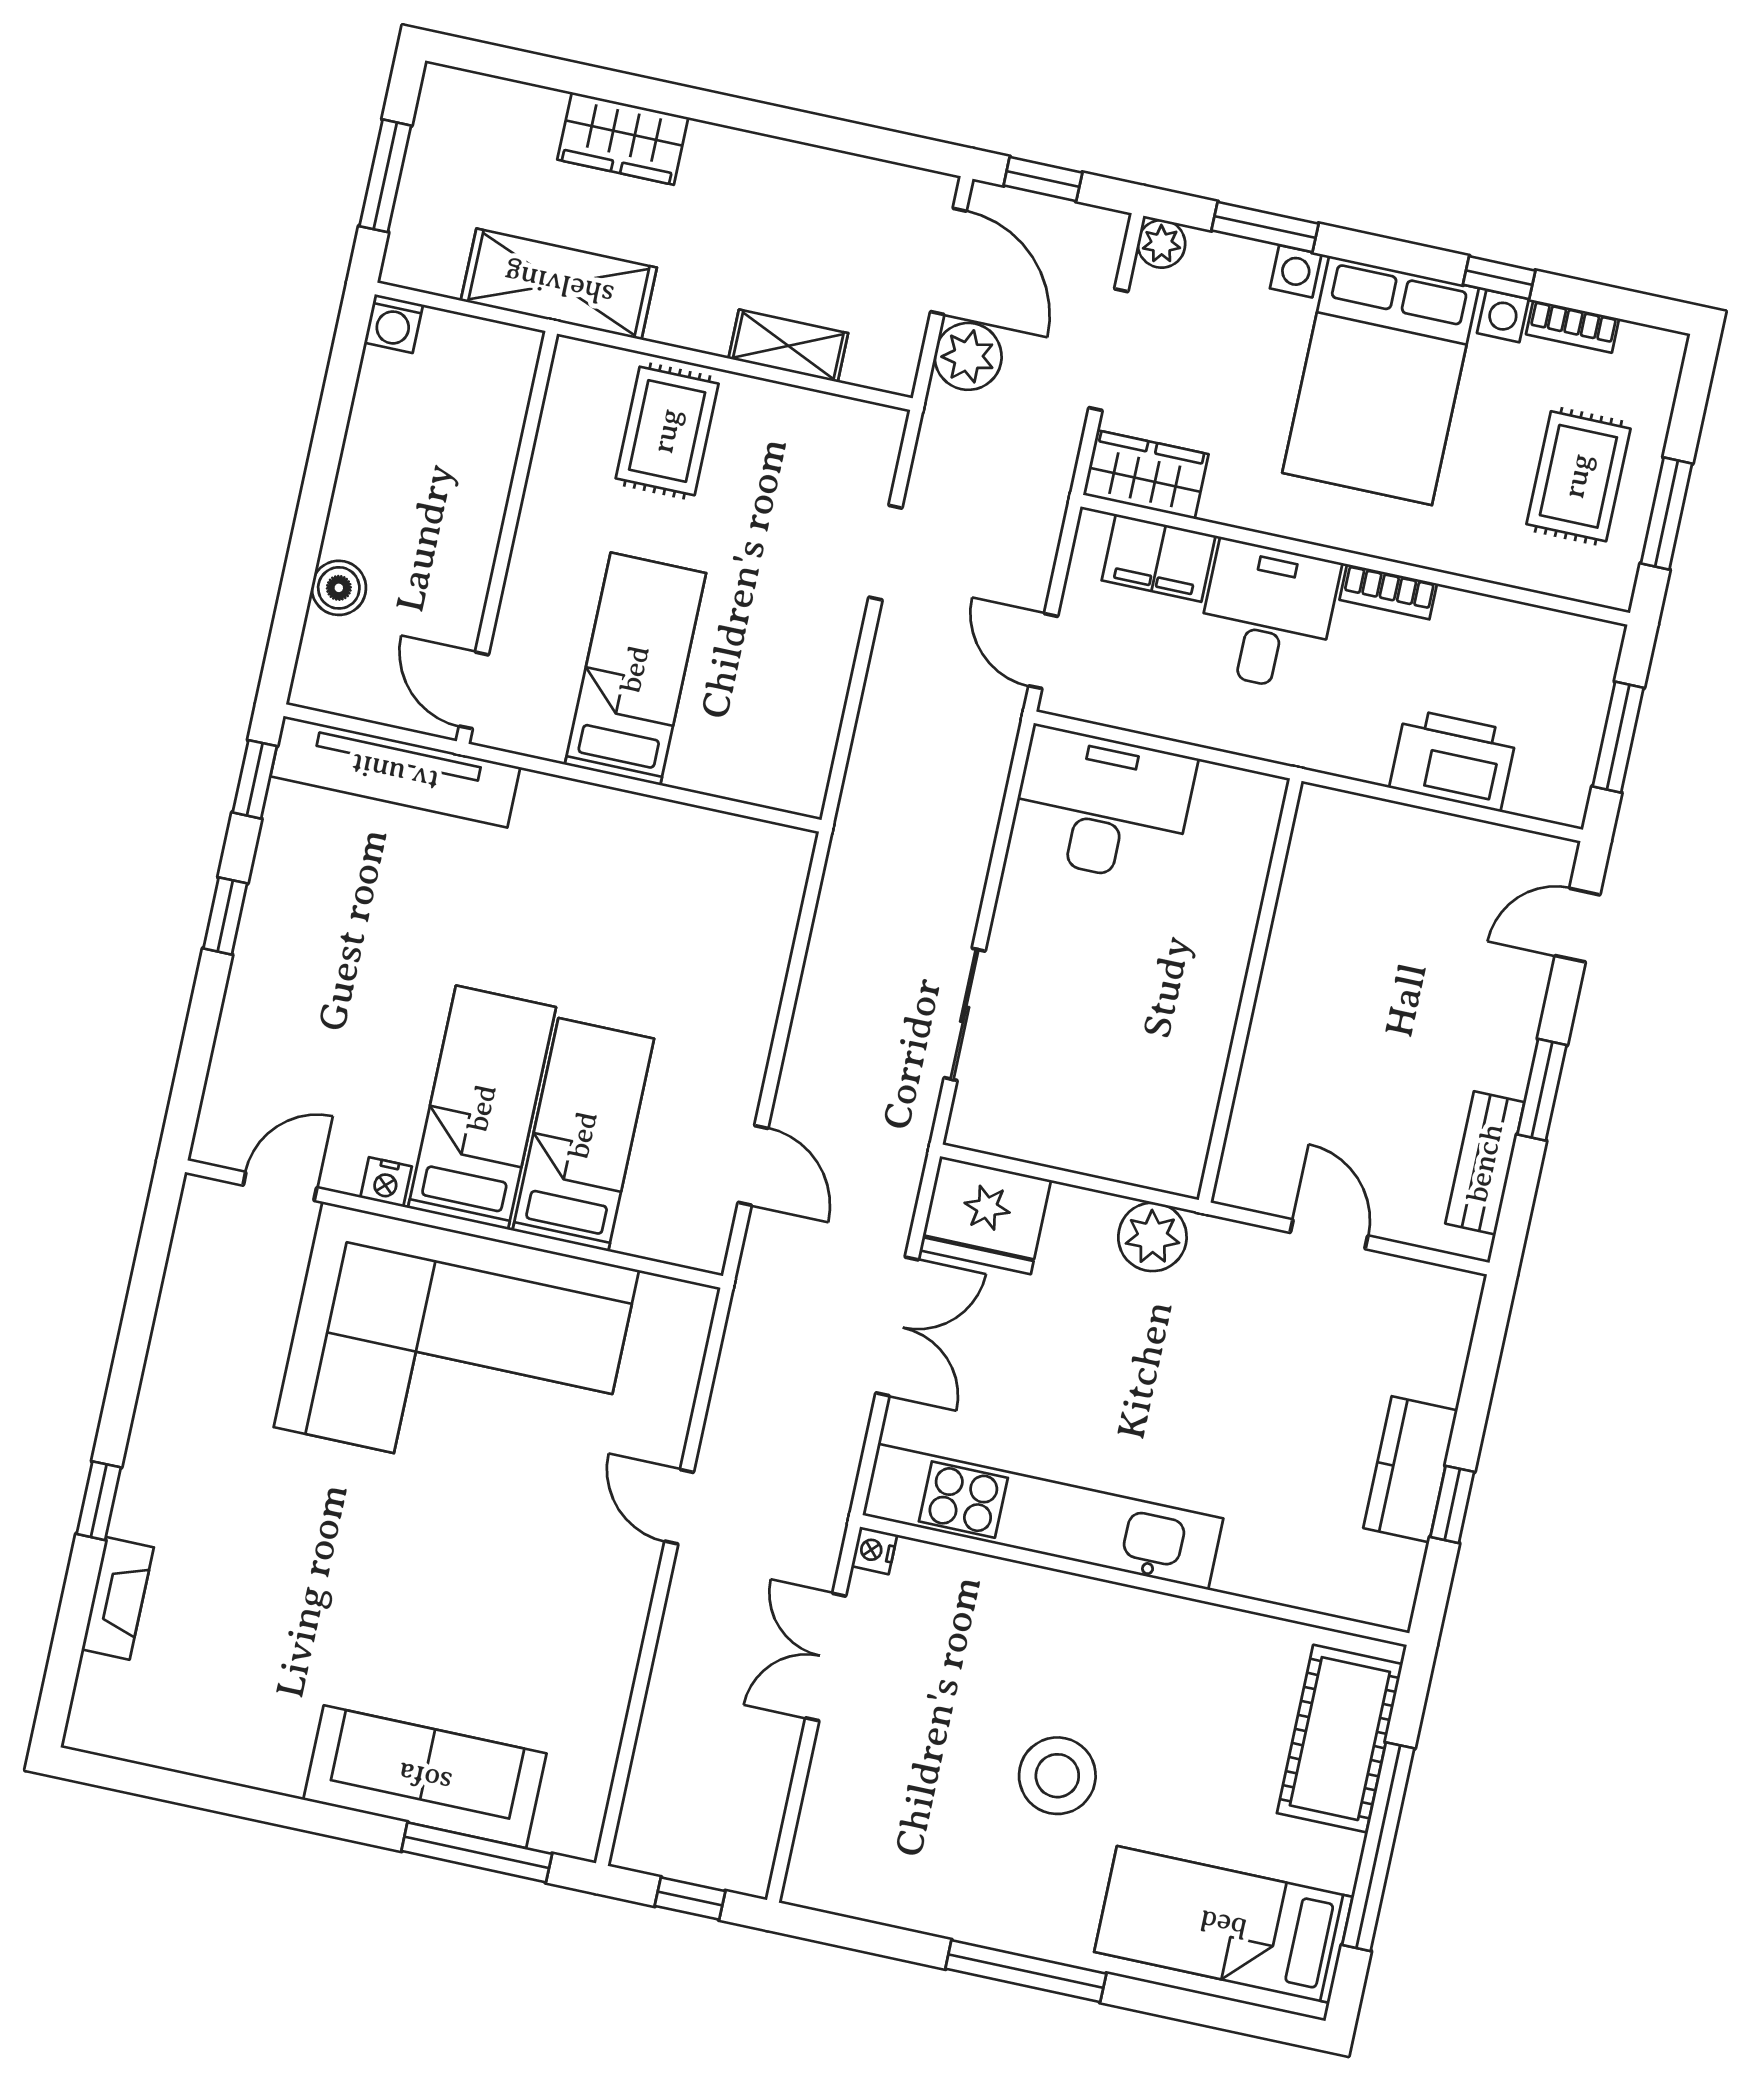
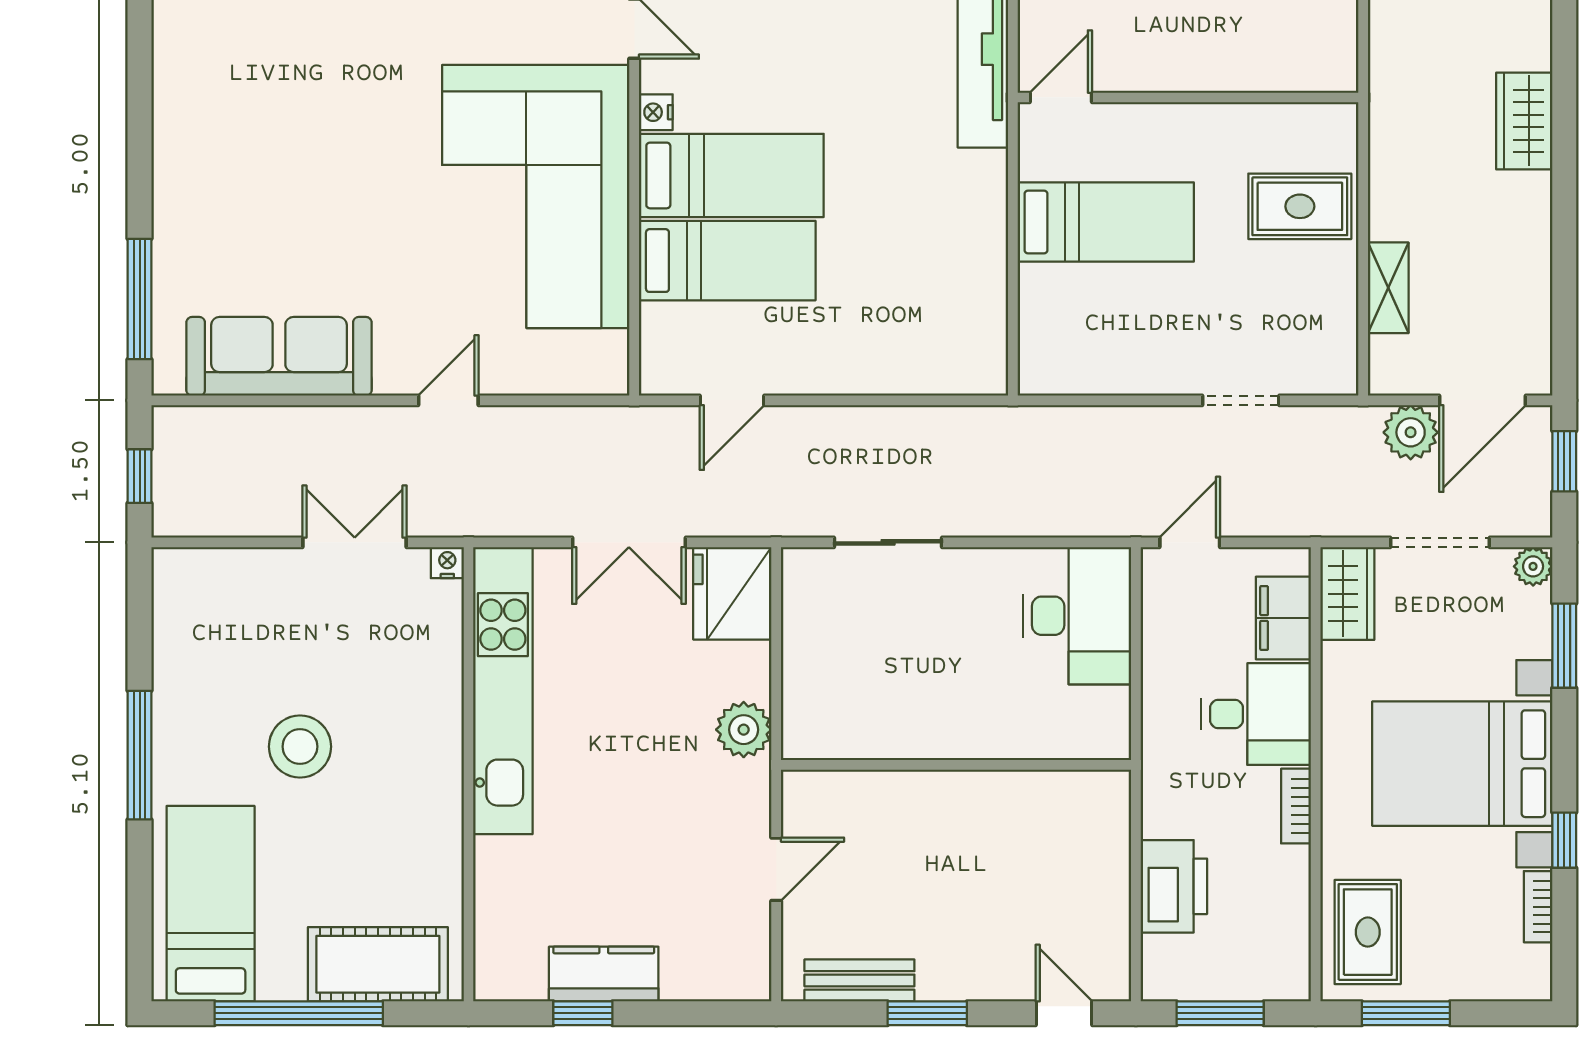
shelving: (559, 284) -> (1398, 95), removed
rug: (1578, 476) -> (1368, 932), moved, turned 90
sofa: (425, 1777) -> (279, 356), moved, turned -90

